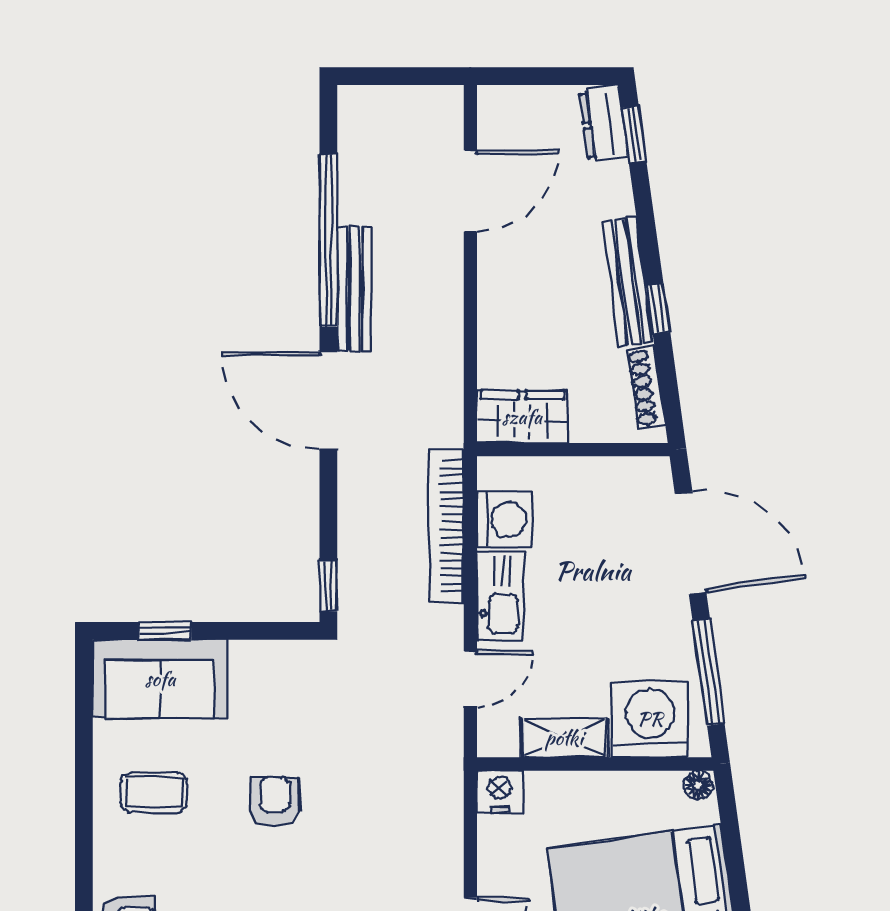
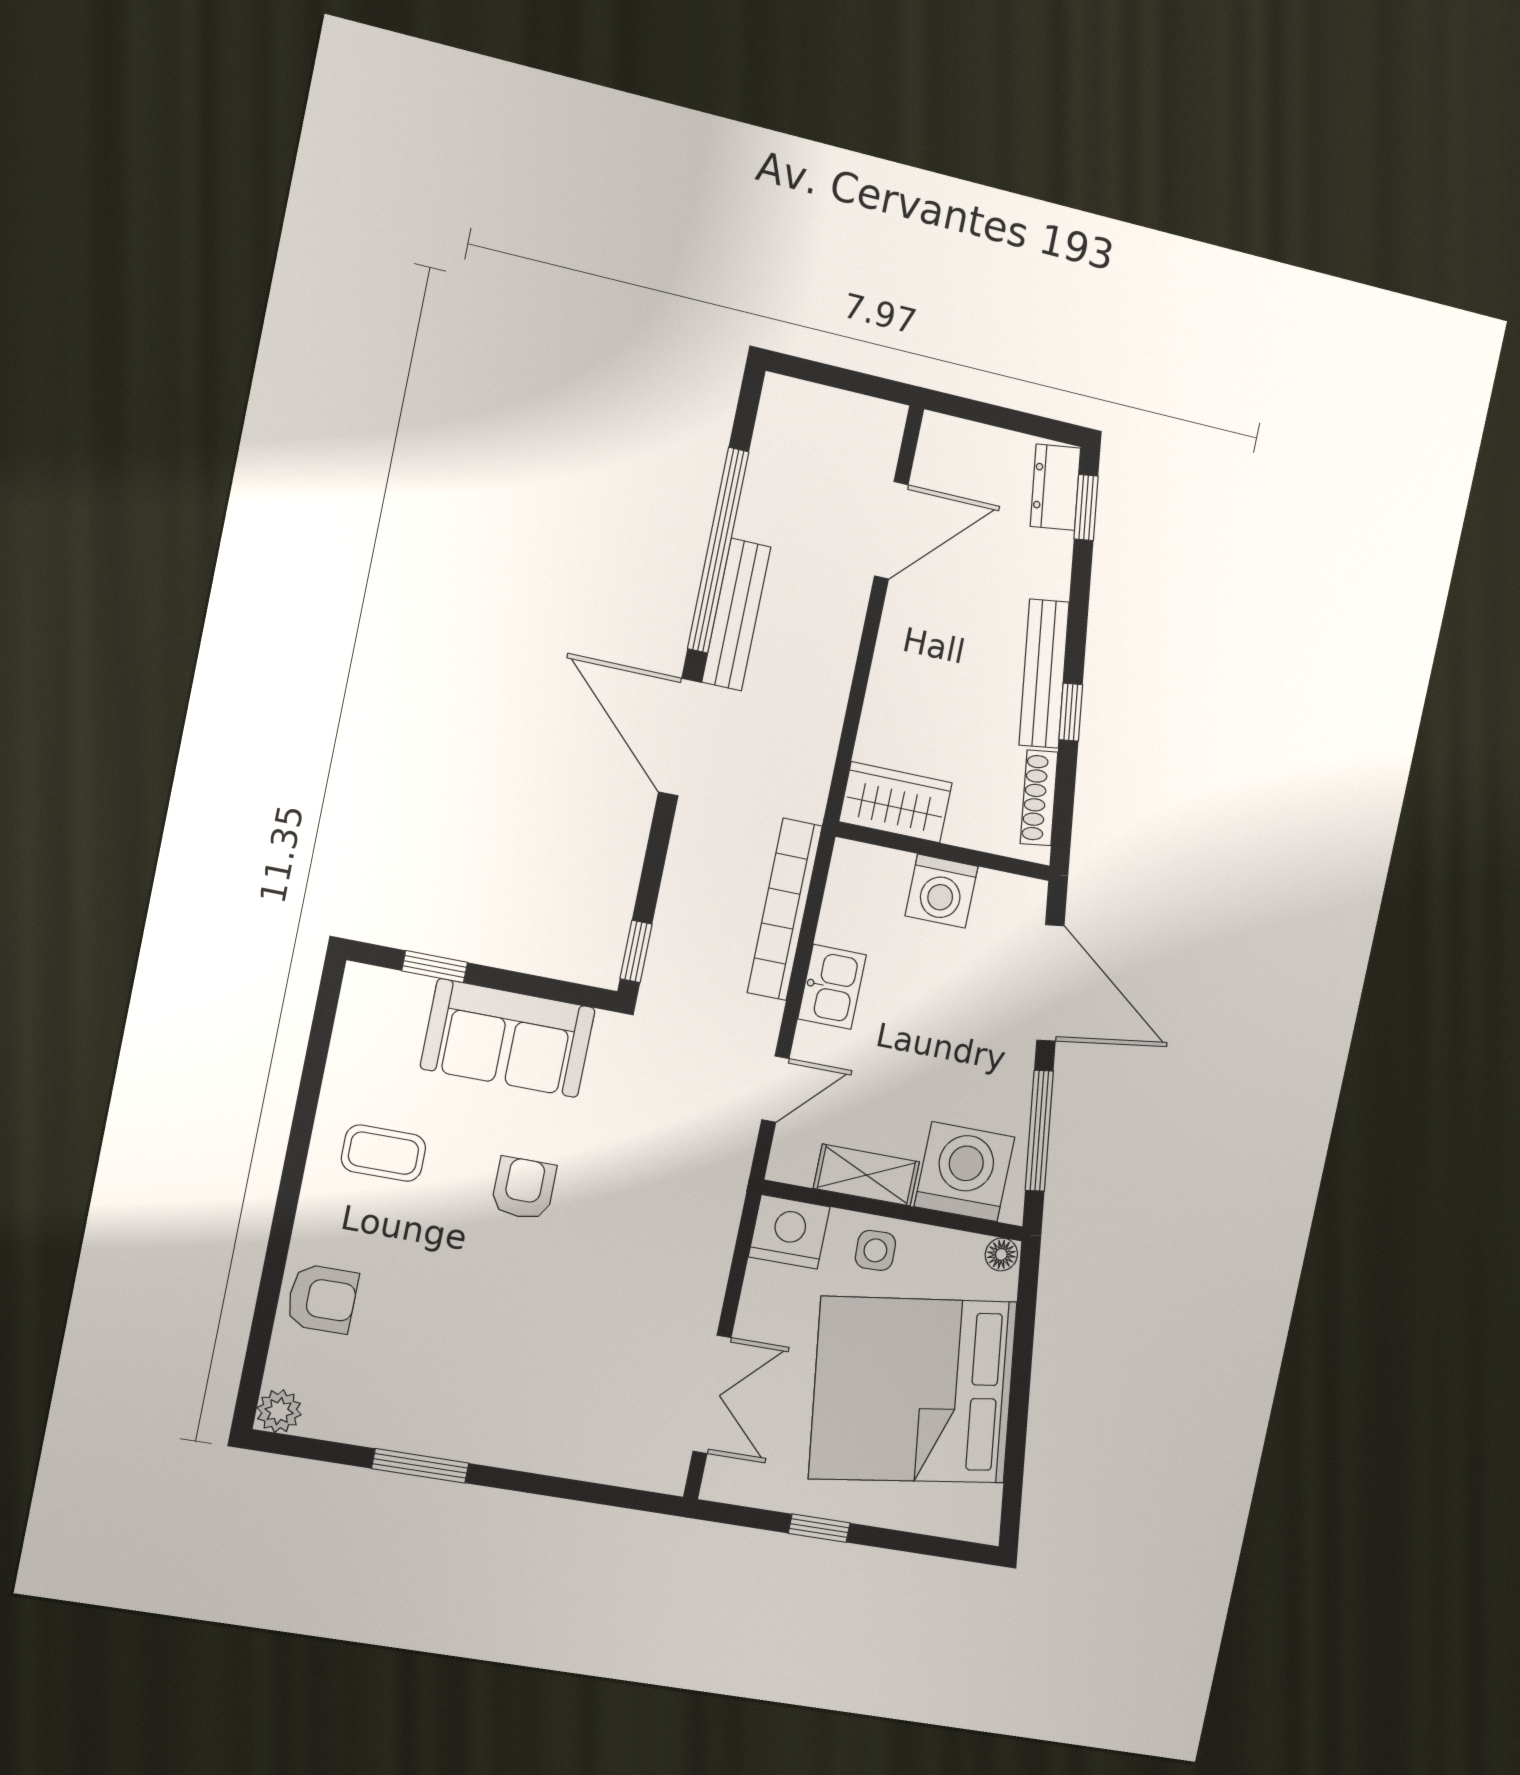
washing machine: (504, 519) -> (941, 891), moved, turned 90
kitchen sink: (501, 595) -> (832, 987), width x0.73
sofa: (160, 679) -> (508, 1038), moved
nightstand: (500, 791) -> (789, 1232), width x1.36, depth x1.33
side table: (586, 801) -> (875, 1250), added

